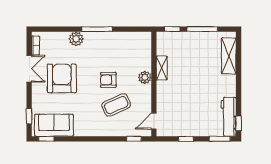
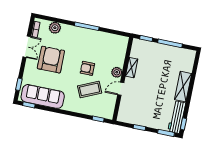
plant: (76, 39) -> (55, 28), moved
shelving: (229, 56) -> (183, 87), moved
door: (154, 121) -> (121, 89), moved
sofa: (54, 125) -> (43, 96), width x1.36

